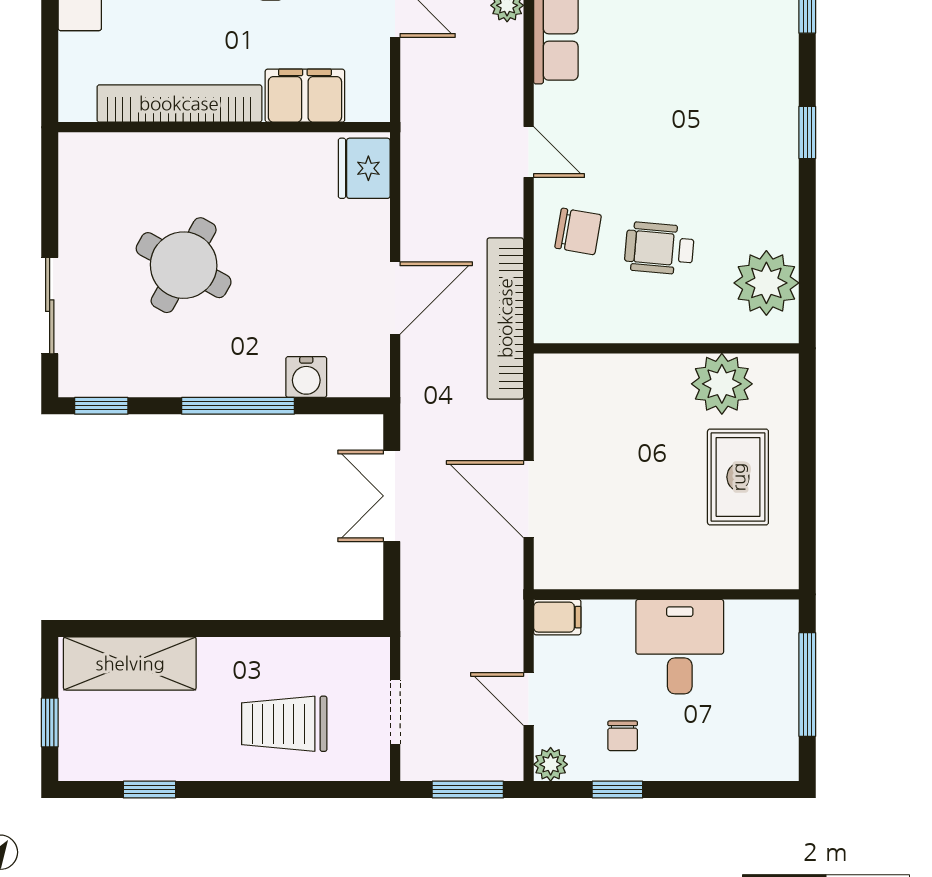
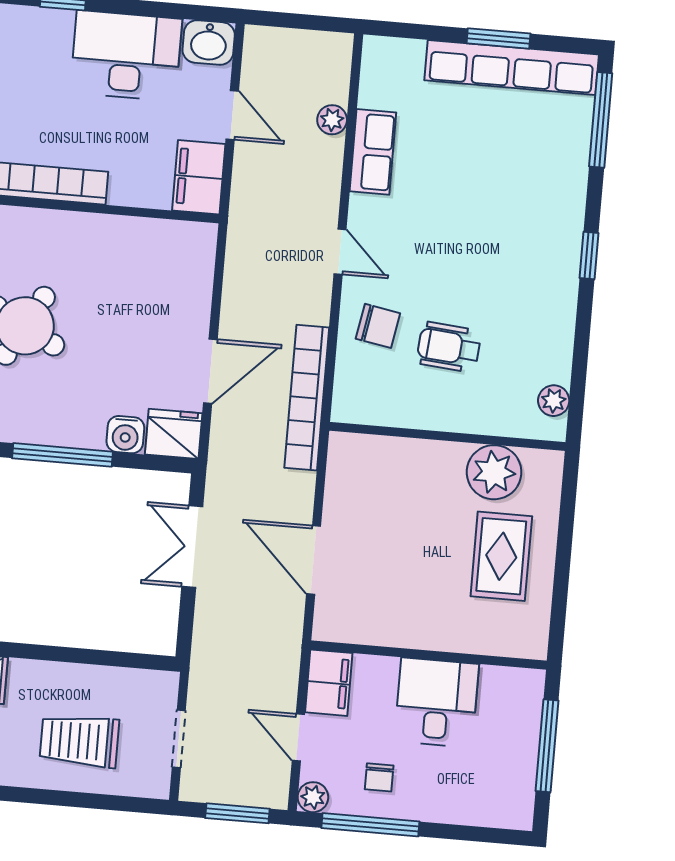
filing cabinet: (305, 96) -> (199, 177), moved, turned -90
fridge: (364, 168) -> (174, 434), moved, turned 90
plant: (766, 283) -> (554, 401), width x0.53, depth x0.53
filing cabinet: (557, 617) -> (329, 683), width x2.00
window: (617, 790) -> (370, 825), width x2.17

